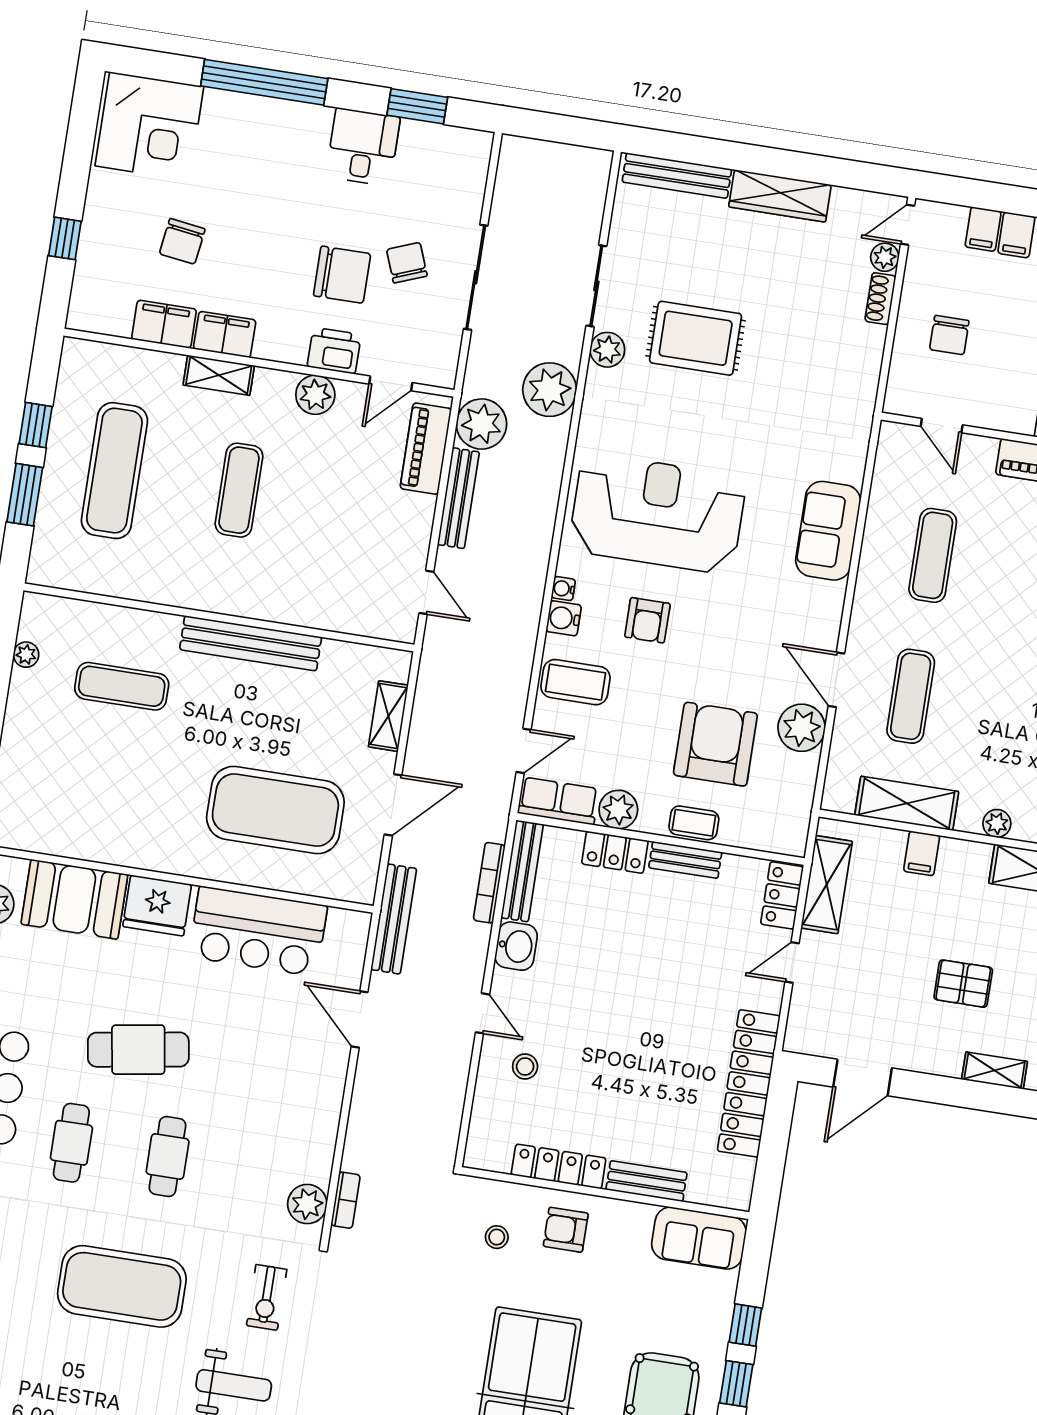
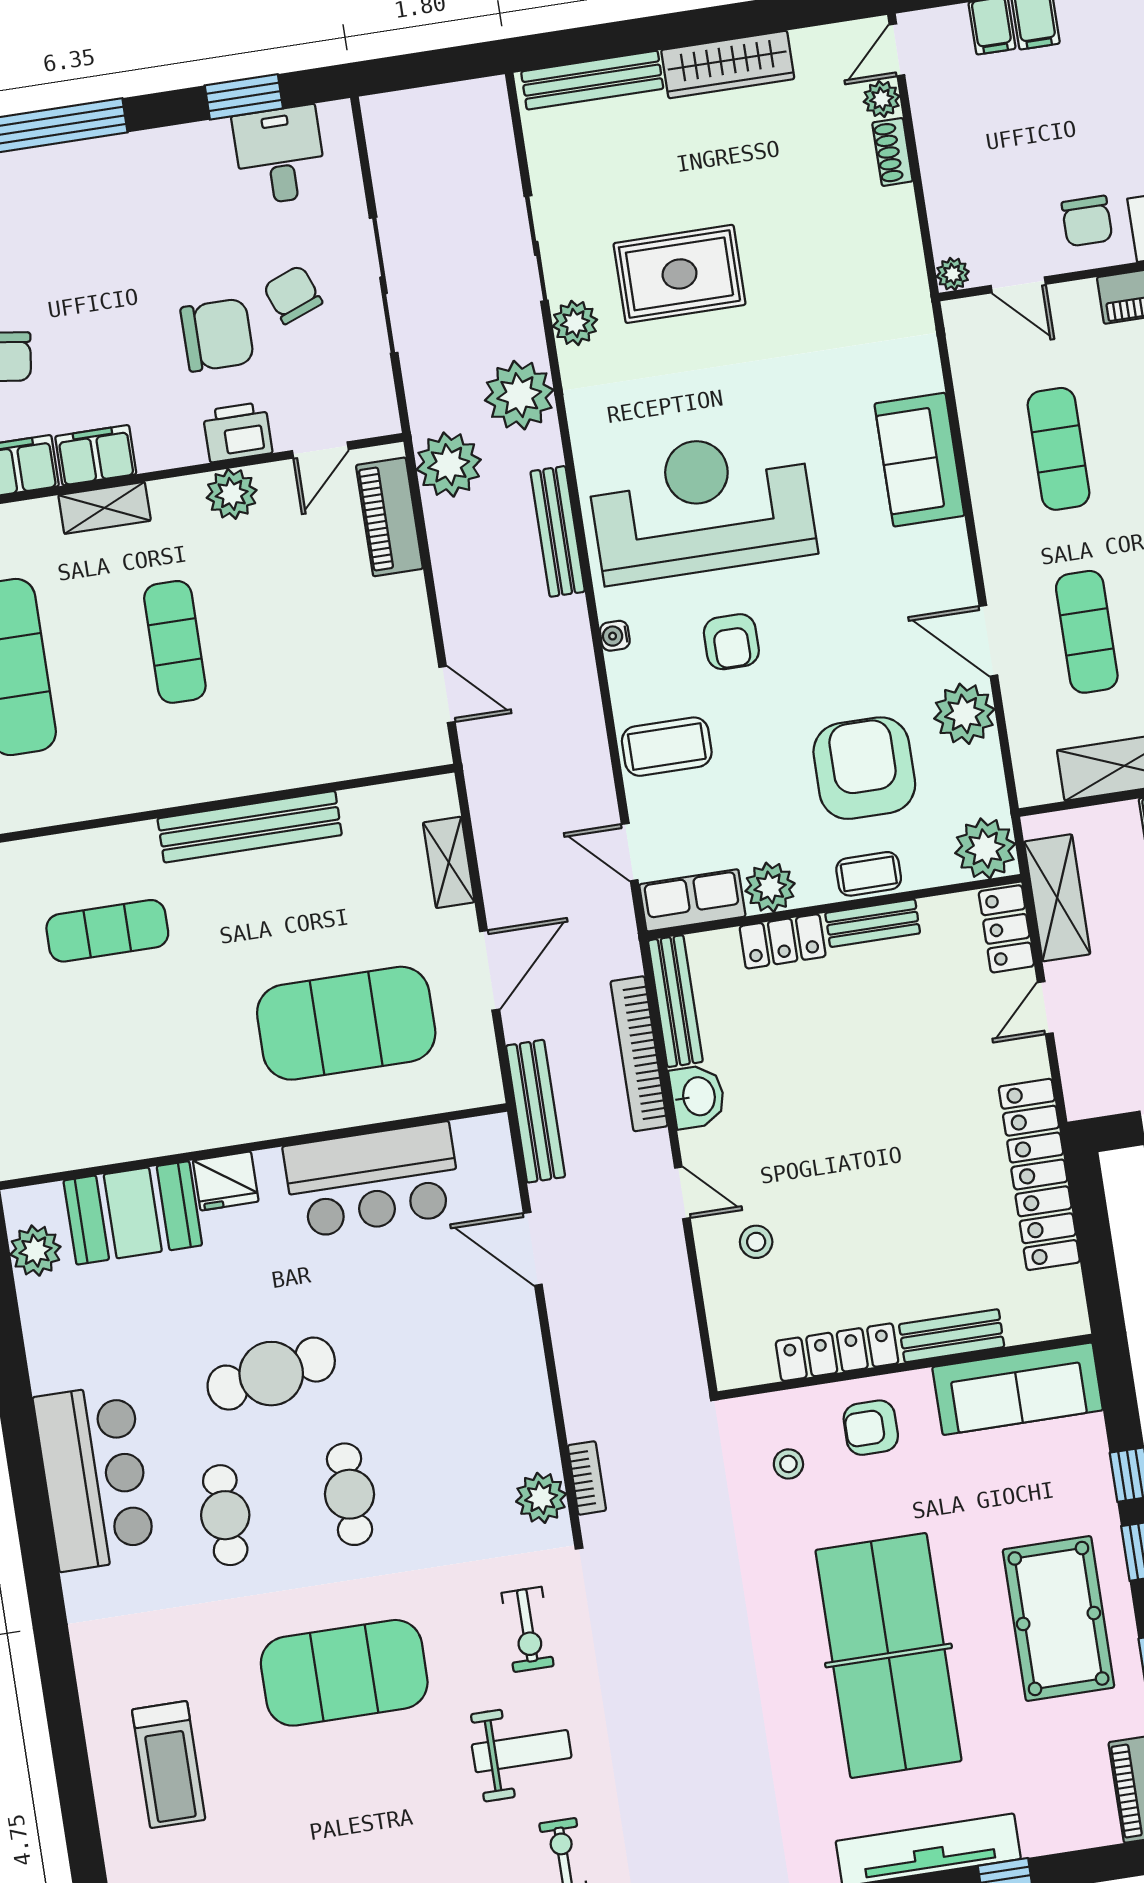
desk: (363, 147) -> (280, 155), moved
chair: (949, 335) -> (1087, 221), moved
plant: (896, 402) -> (953, 274), added
bench: (458, 498) -> (558, 531), moved
water cooler: (564, 618) -> (627, 672), removed
door: (524, 751) -> (630, 852), swing flipped
plant: (785, 831) -> (985, 848), added
bookcase: (489, 883) -> (639, 1054), width x1.48, depth x1.31
fridge: (157, 905) -> (226, 1181), width x0.73, depth x0.75
sofa: (699, 1238) -> (1018, 1389), width x1.36

